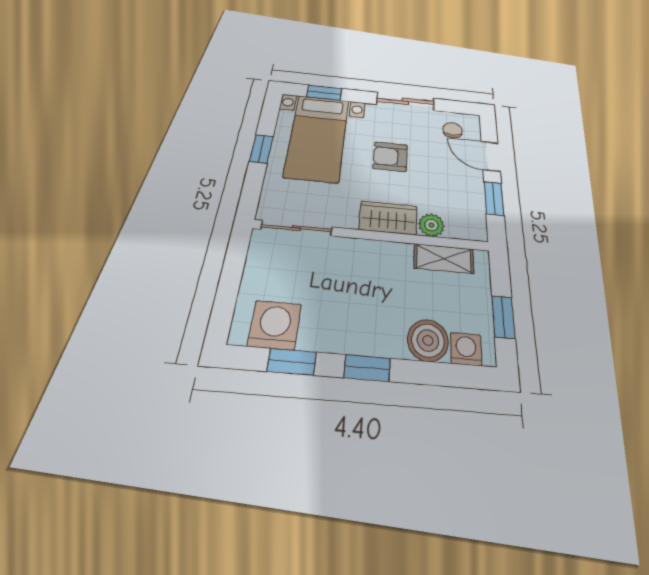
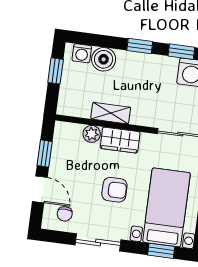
shelving: (444, 259) -> (111, 113), moved

